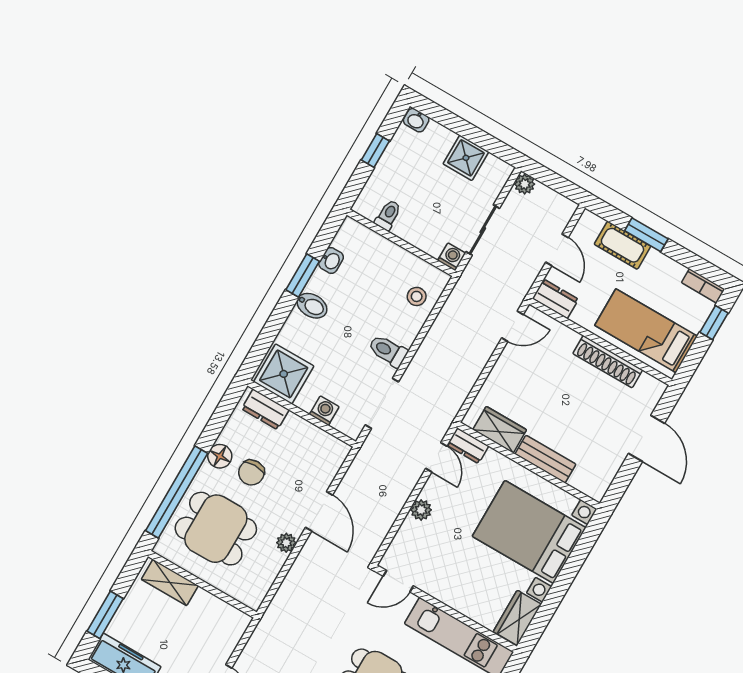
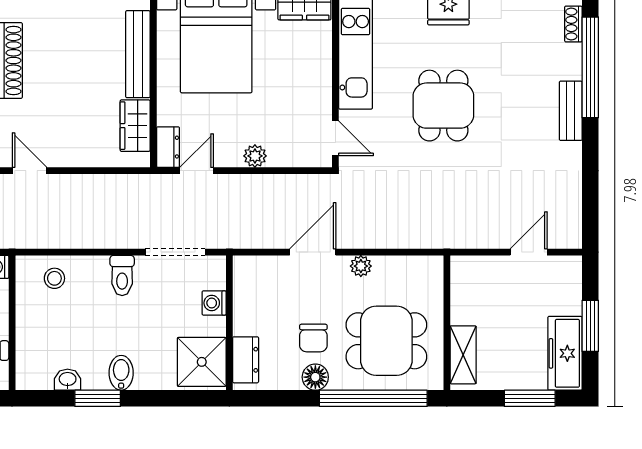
bench: (545, 459) -> (138, 54), width x1.36
chair: (251, 473) -> (313, 338), turned 90
dining table: (216, 529) -> (386, 341), turned 90

